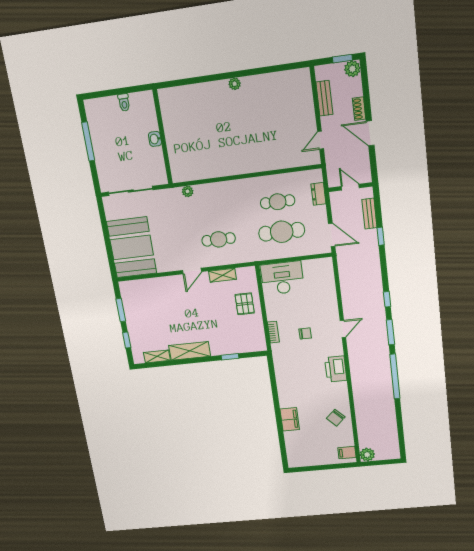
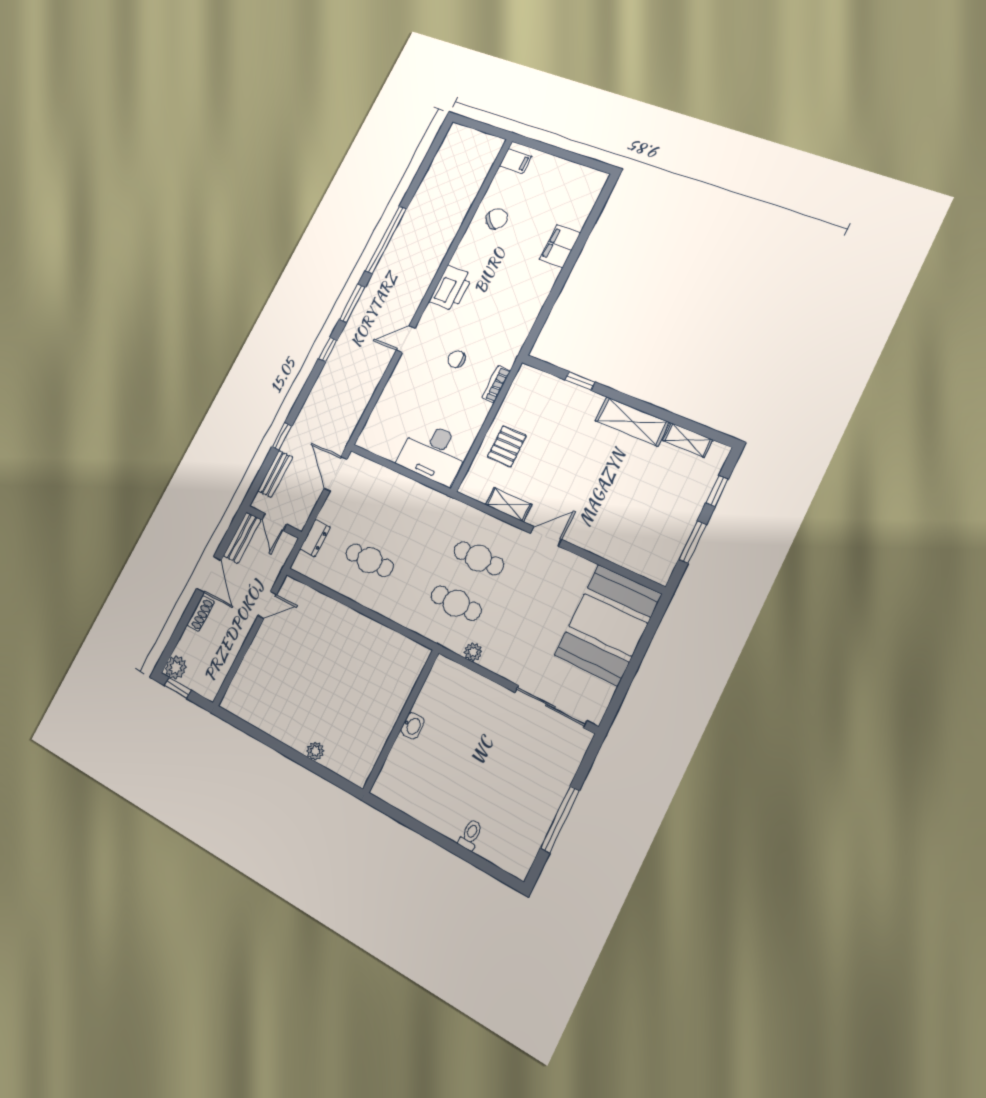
bench: (324, 98) -> (242, 538), moved
wall: (163, 137) -> (401, 721), moved
washbasin: (155, 139) -> (413, 726), moved
cafe table: (282, 232) -> (456, 603), moved, width x0.73, depth x0.74
plant: (367, 455) -> (491, 146), removed

